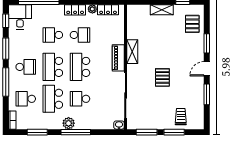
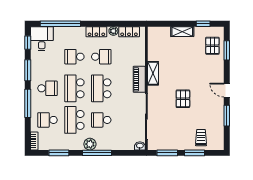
window: (207, 43) -> (227, 50), moved
door: (207, 69) -> (227, 90), hinge flipped

